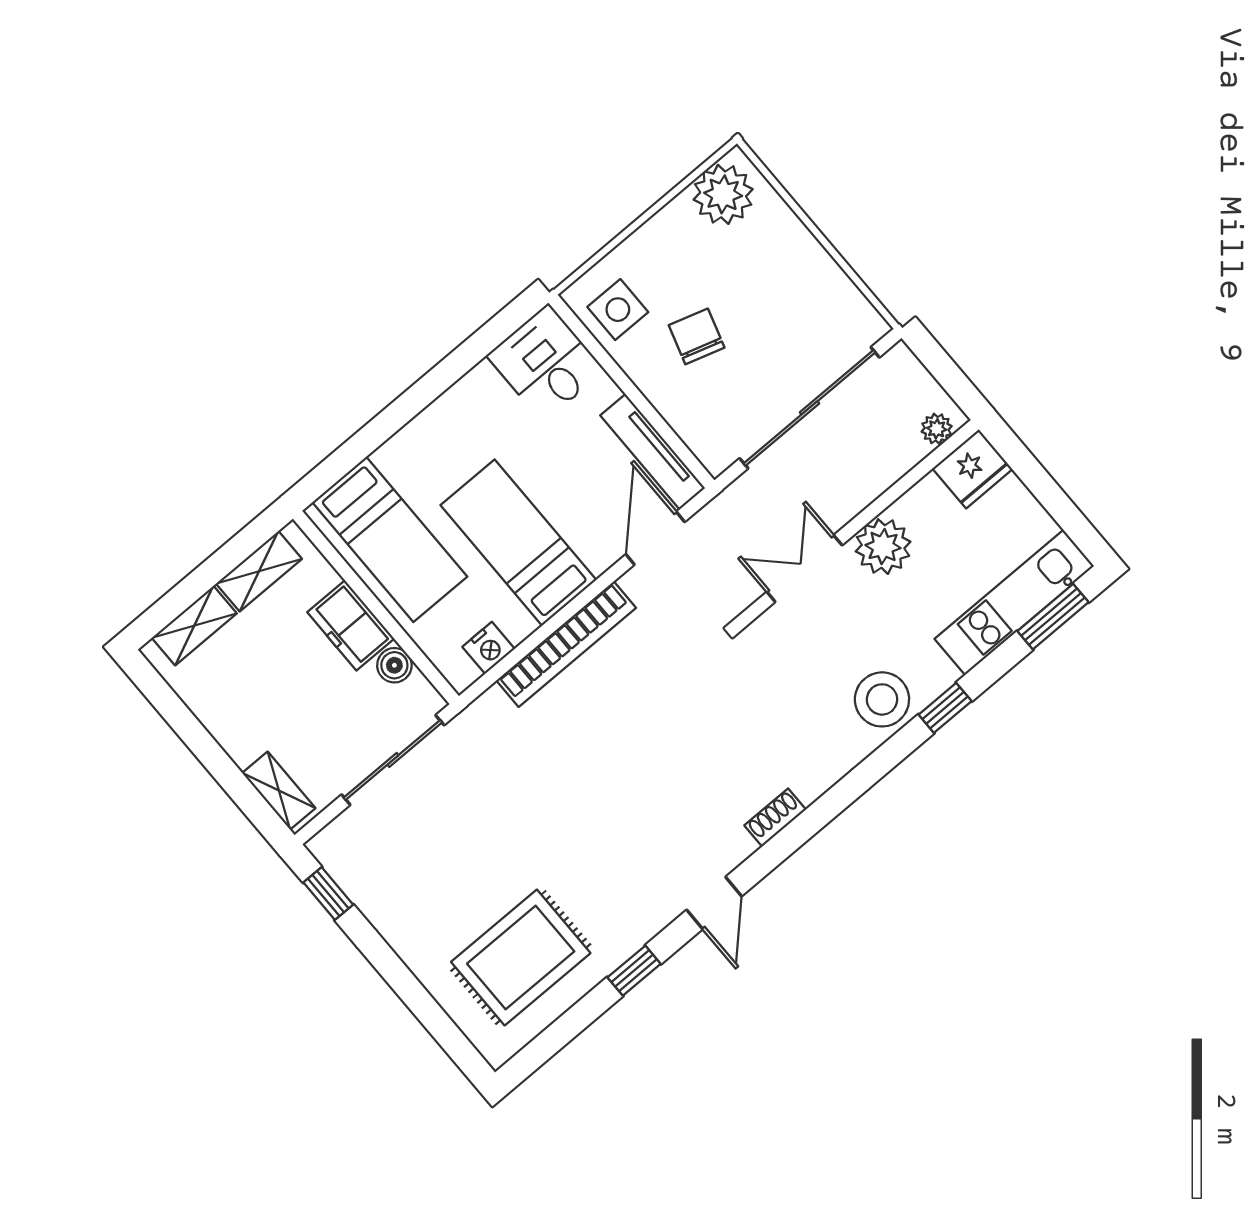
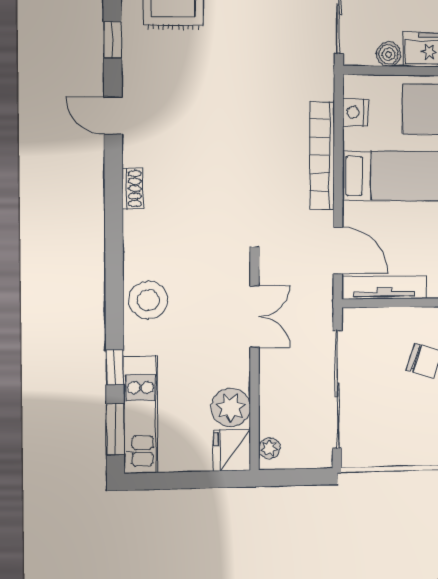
plant: (883, 547) -> (231, 408), moved
window: (945, 708) -> (115, 367), moved

